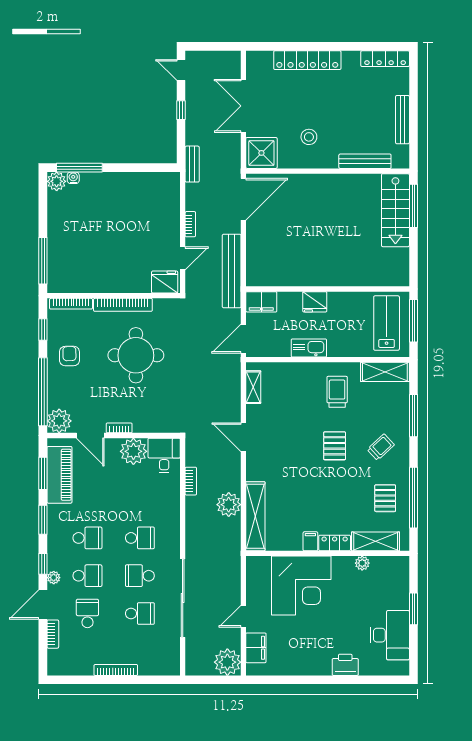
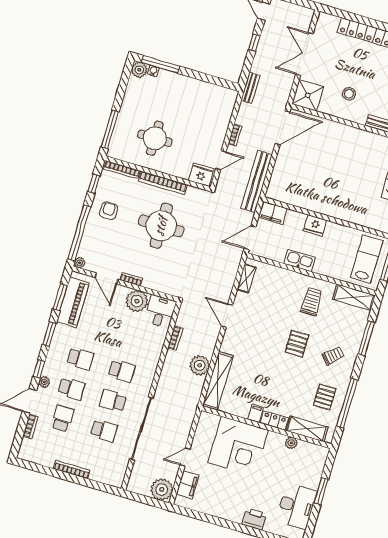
round table: (98, 256) -> (155, 138), added
plant: (59, 421) -> (80, 263), width x0.53, depth x0.53

